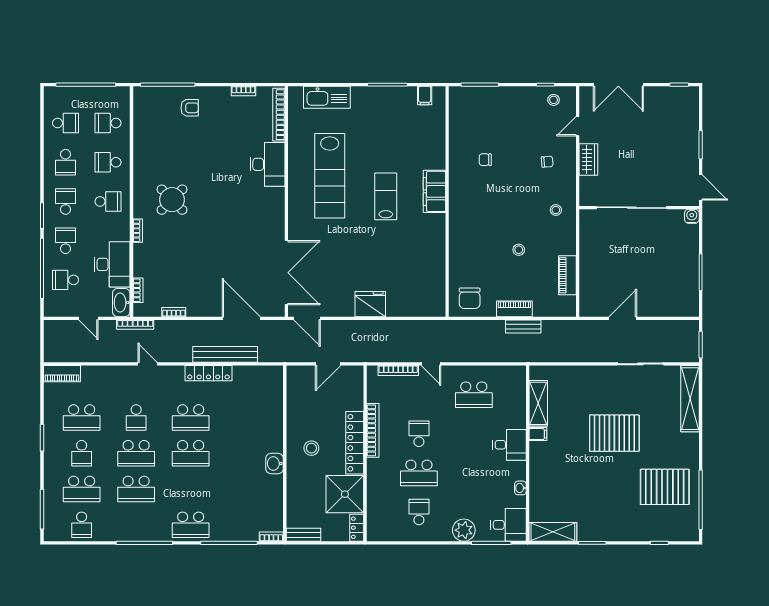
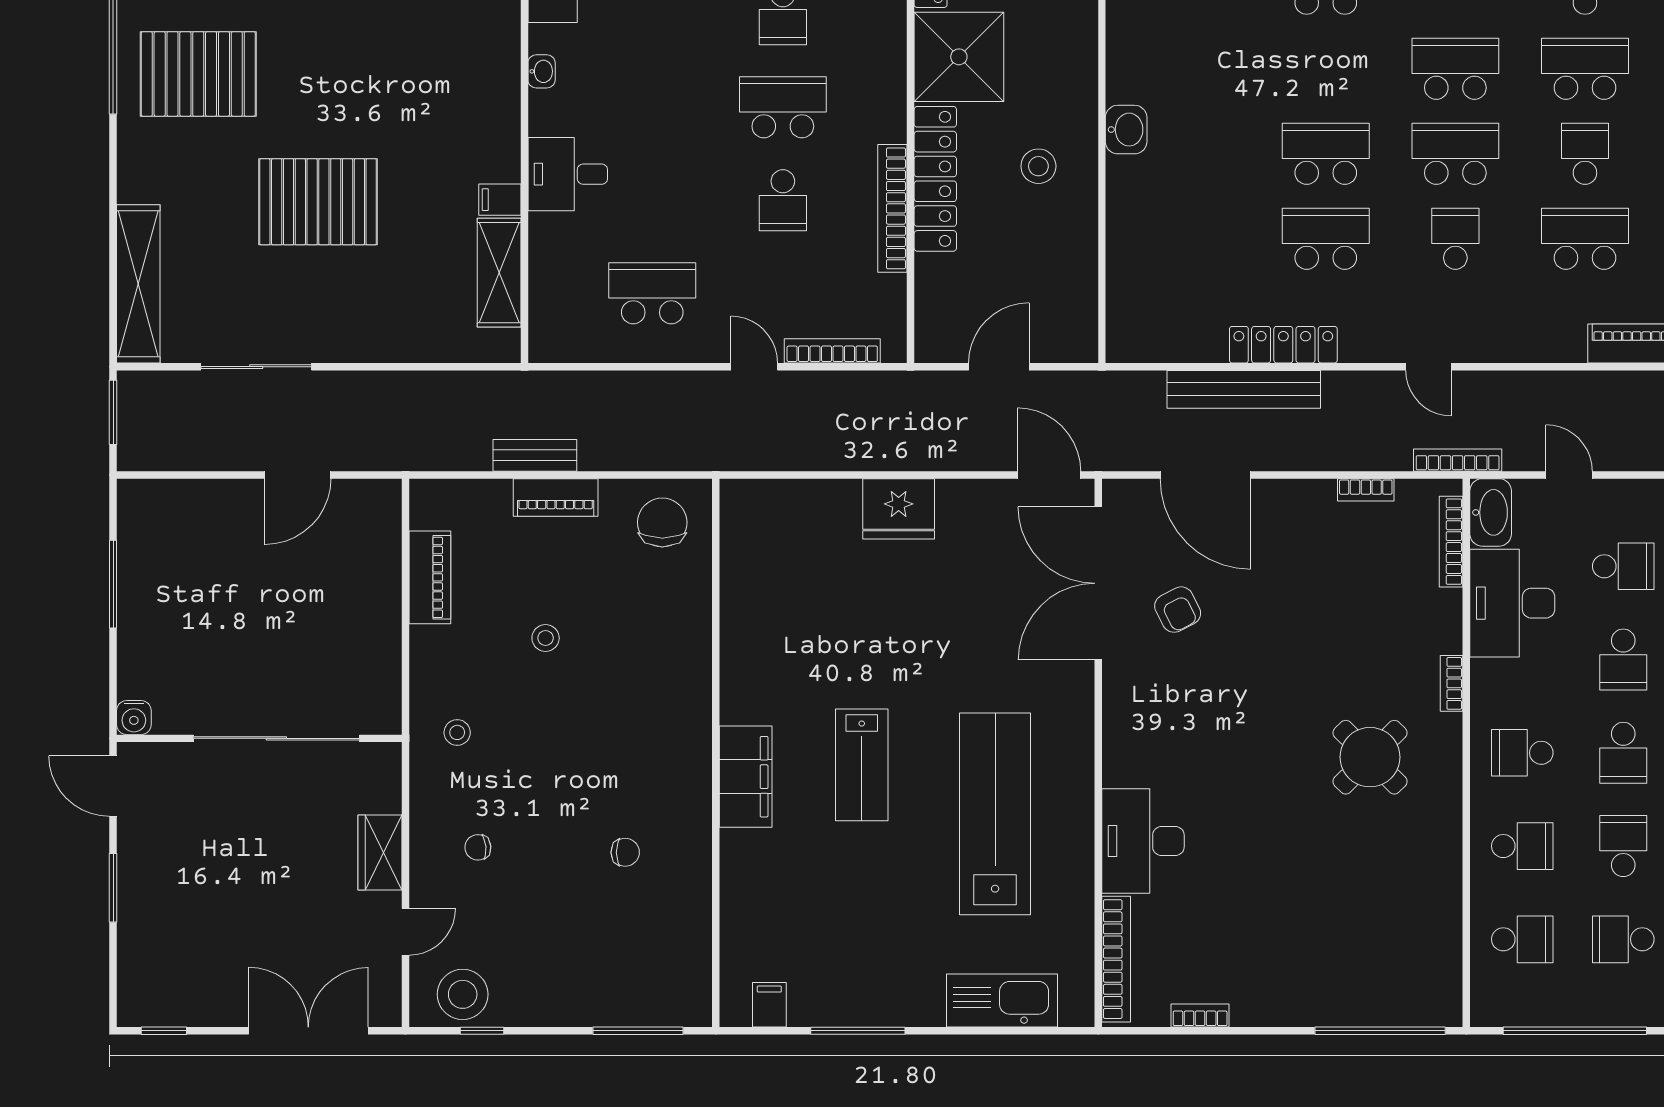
stool: (554, 100) -> (463, 994), width x1.89, depth x1.89
armchair: (190, 108) -> (1178, 610), moved, turned -117
bookcase: (138, 290) -> (1451, 542), width x1.56

